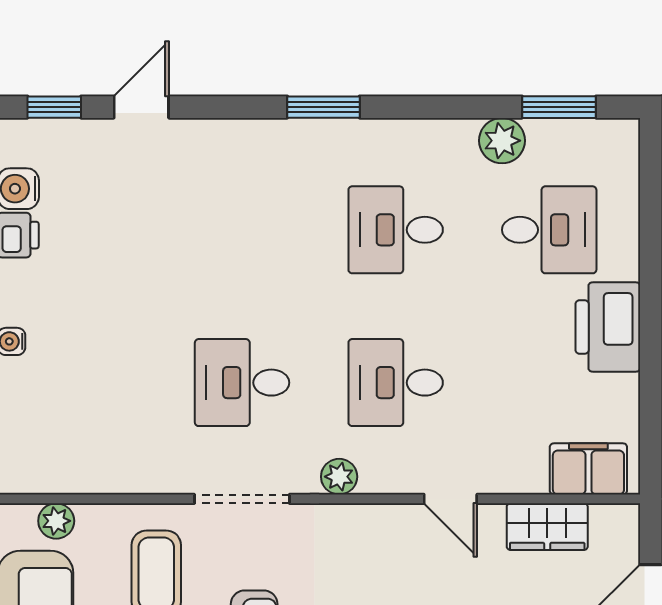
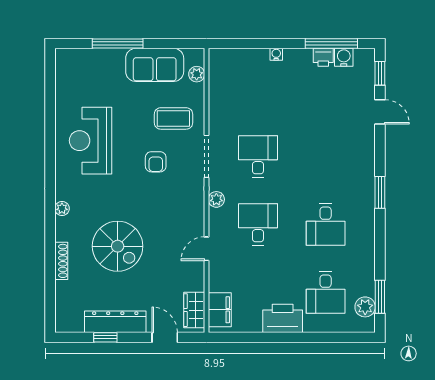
plant: (502, 141) -> (365, 307), moved
desk: (396, 230) -> (326, 224), turned 180
wardrobe: (547, 527) -> (194, 310), moved

